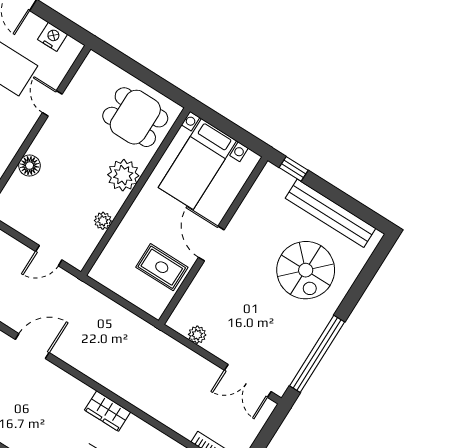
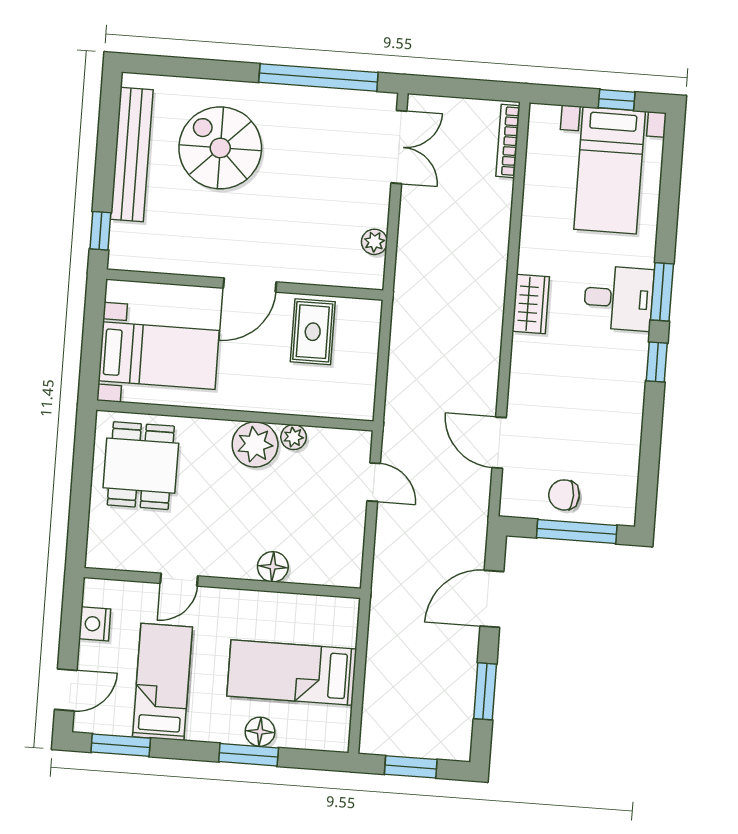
plant: (123, 175) -> (255, 444), moved
spiral stairs: (306, 270) -> (220, 148), turned -90

